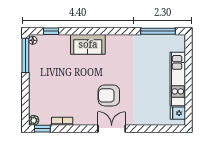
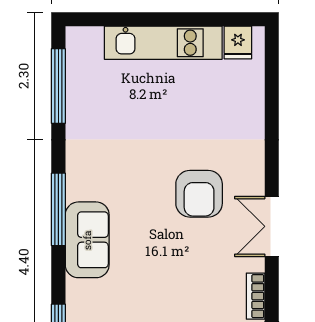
window: (102, 31) -> (58, 209), added
double door: (112, 129) -> (272, 226), moved

